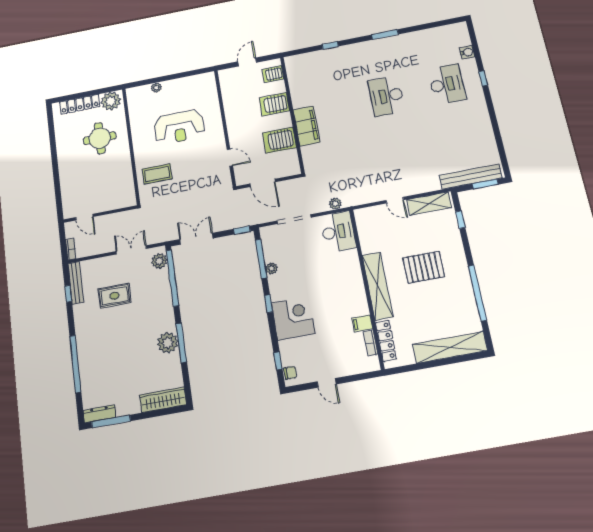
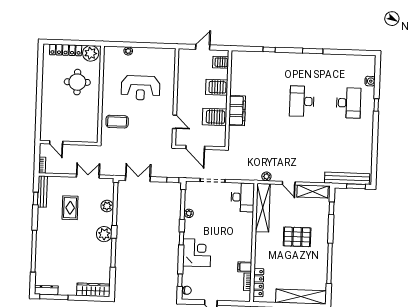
plant: (335, 204) -> (266, 176), moved
plant: (159, 261) -> (107, 206), moved
shelving: (377, 286) -> (263, 208), moved
rug: (114, 296) -> (70, 208), turned 90
plant: (168, 343) -> (104, 234), moved

